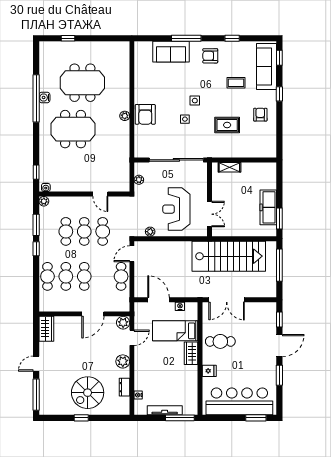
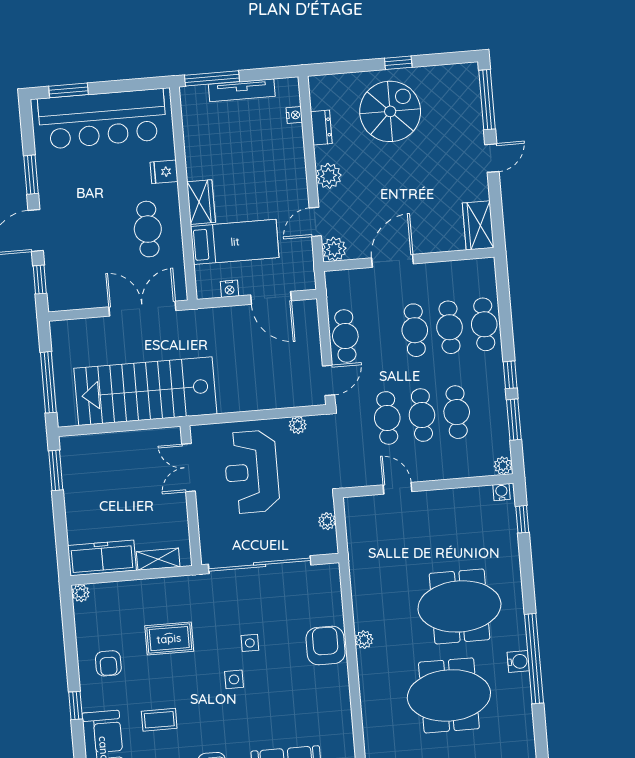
plant: (272, 153) -> (81, 593), added
freezer: (268, 207) -> (102, 558), moved, turned -90
reception desk: (176, 209) -> (252, 472), turned 180
cafe table: (220, 341) -> (148, 229), turned 90

